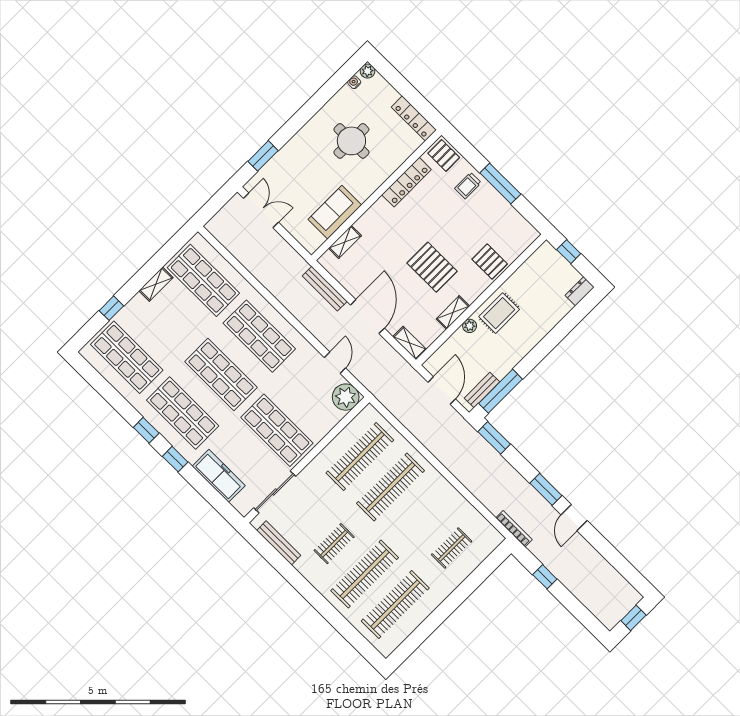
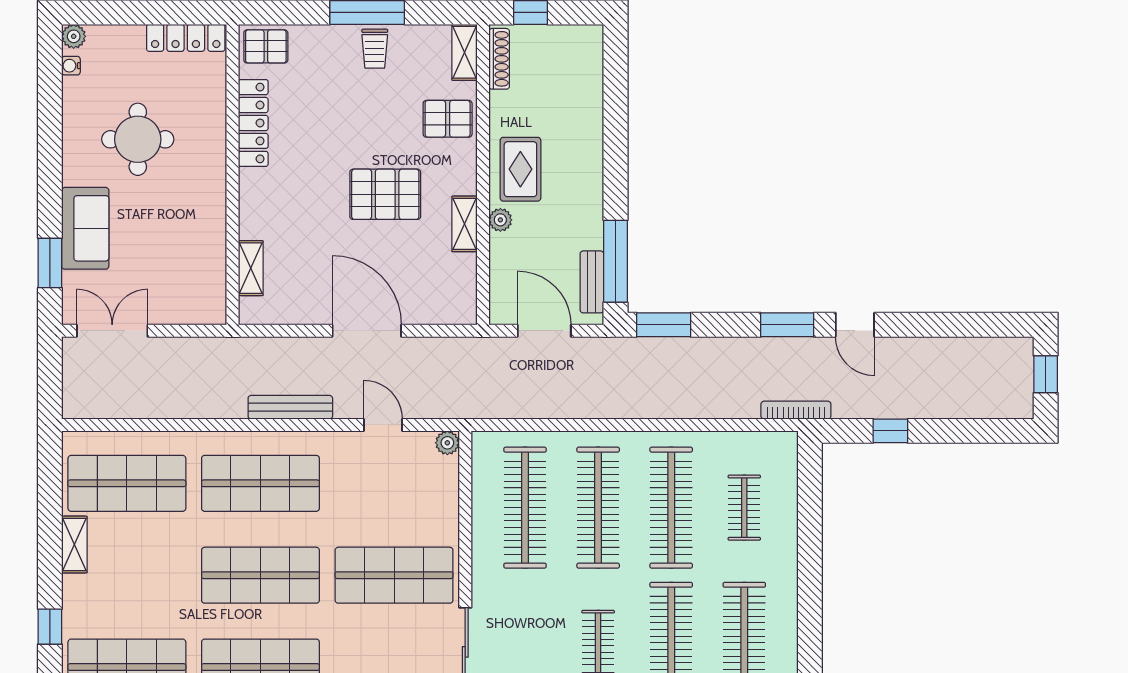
trolley: (468, 186) -> (375, 49), moved
sofa: (335, 212) -> (85, 228), moved, turned 180
shoe rack: (536, 258) -> (499, 59), added
bench: (325, 289) -> (290, 407), moved
dresser: (580, 291) -> (591, 47), removed
shelving: (410, 343) -> (464, 52), moved, turned 90
plant: (346, 397) -> (447, 443), width x0.53, depth x0.53
clothes rail: (421, 518) -> (671, 508), added

